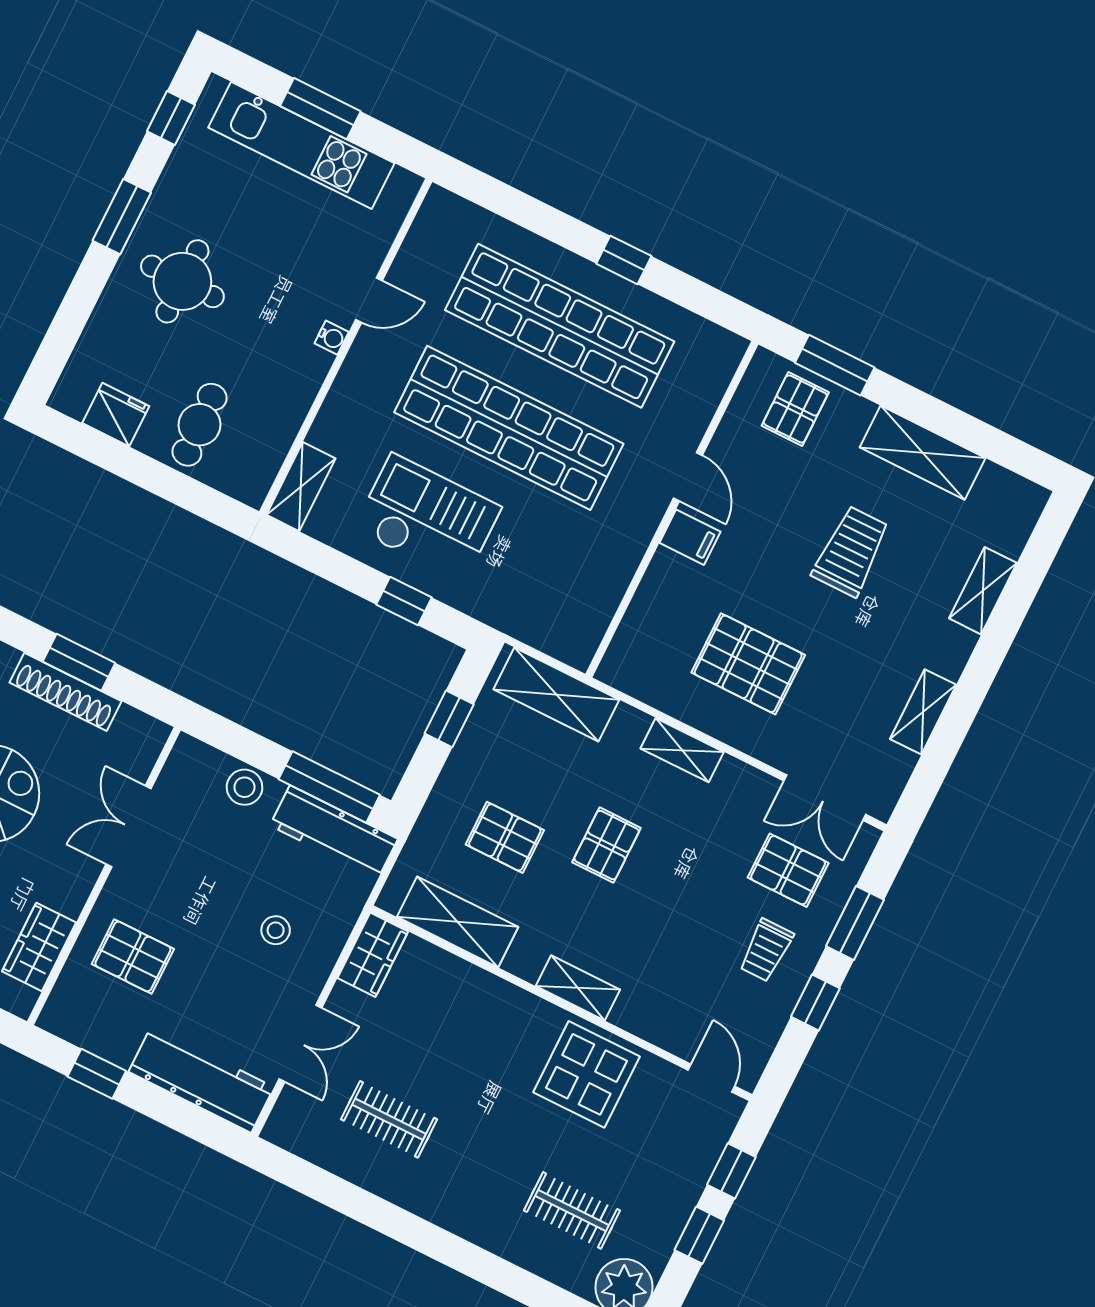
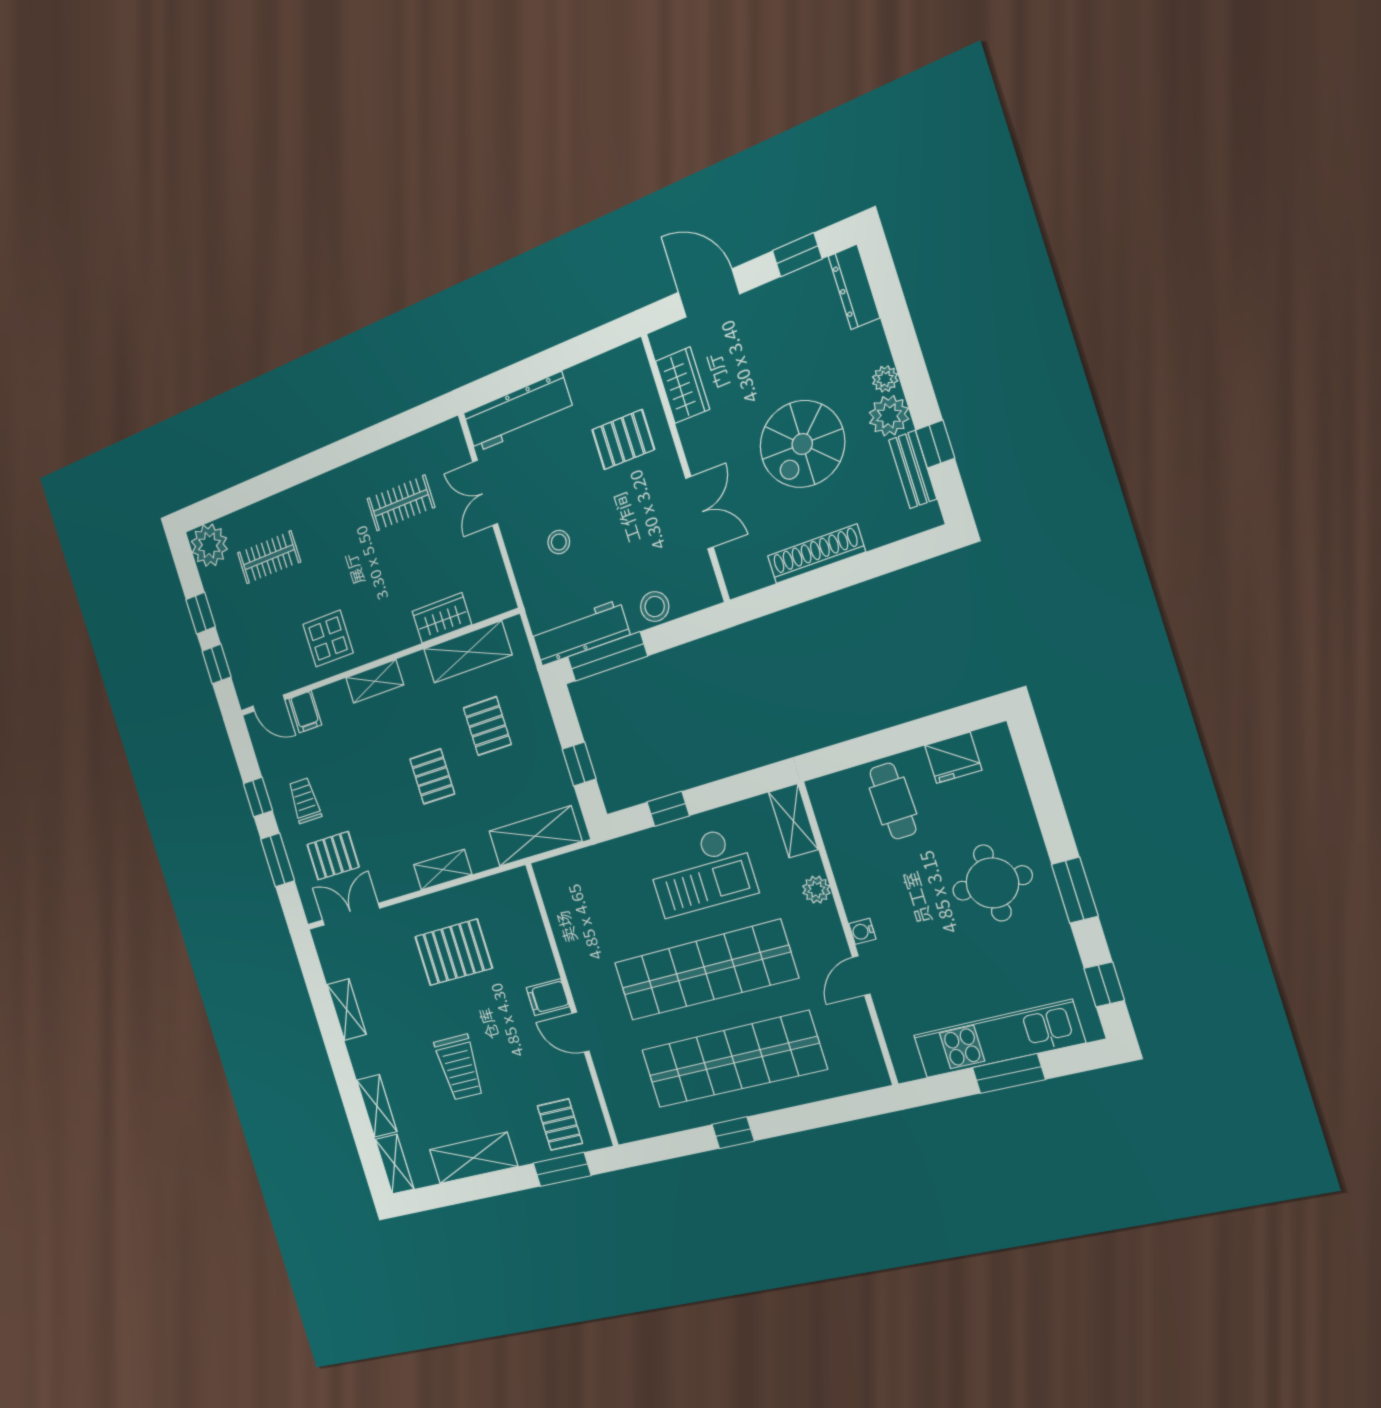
plant: (338, 409) -> (816, 890), added
shelving: (1020, 518) -> (395, 1164), added
window: (79, 662) -> (826, 580), removed
pallet: (505, 837) -> (487, 726), turned 90
wardrobe: (373, 955) -> (442, 618), moved, turned 90
filing cabinet: (680, 1032) -> (305, 712), added
window: (97, 1074) -> (578, 350), removed
display table: (586, 1074) -> (328, 639), width x0.73, depth x0.73

